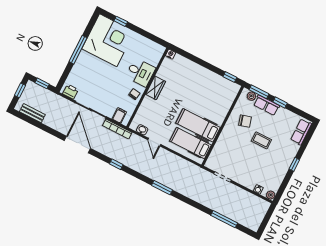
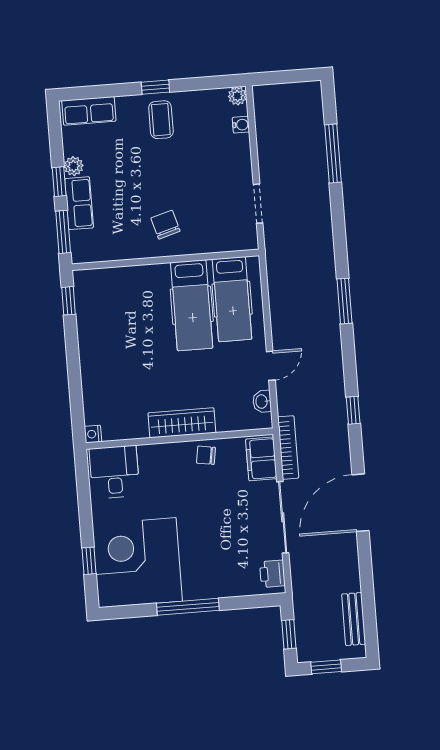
desk: (140, 72) -> (114, 472), moved
wardrobe: (156, 88) -> (182, 423), width x1.50
plant: (251, 96) -> (74, 166), moved
filing cabinet: (119, 115) -> (261, 459), width x2.00
chair: (245, 121) -> (165, 225), moved
coffee table: (261, 140) -> (161, 120), moved

